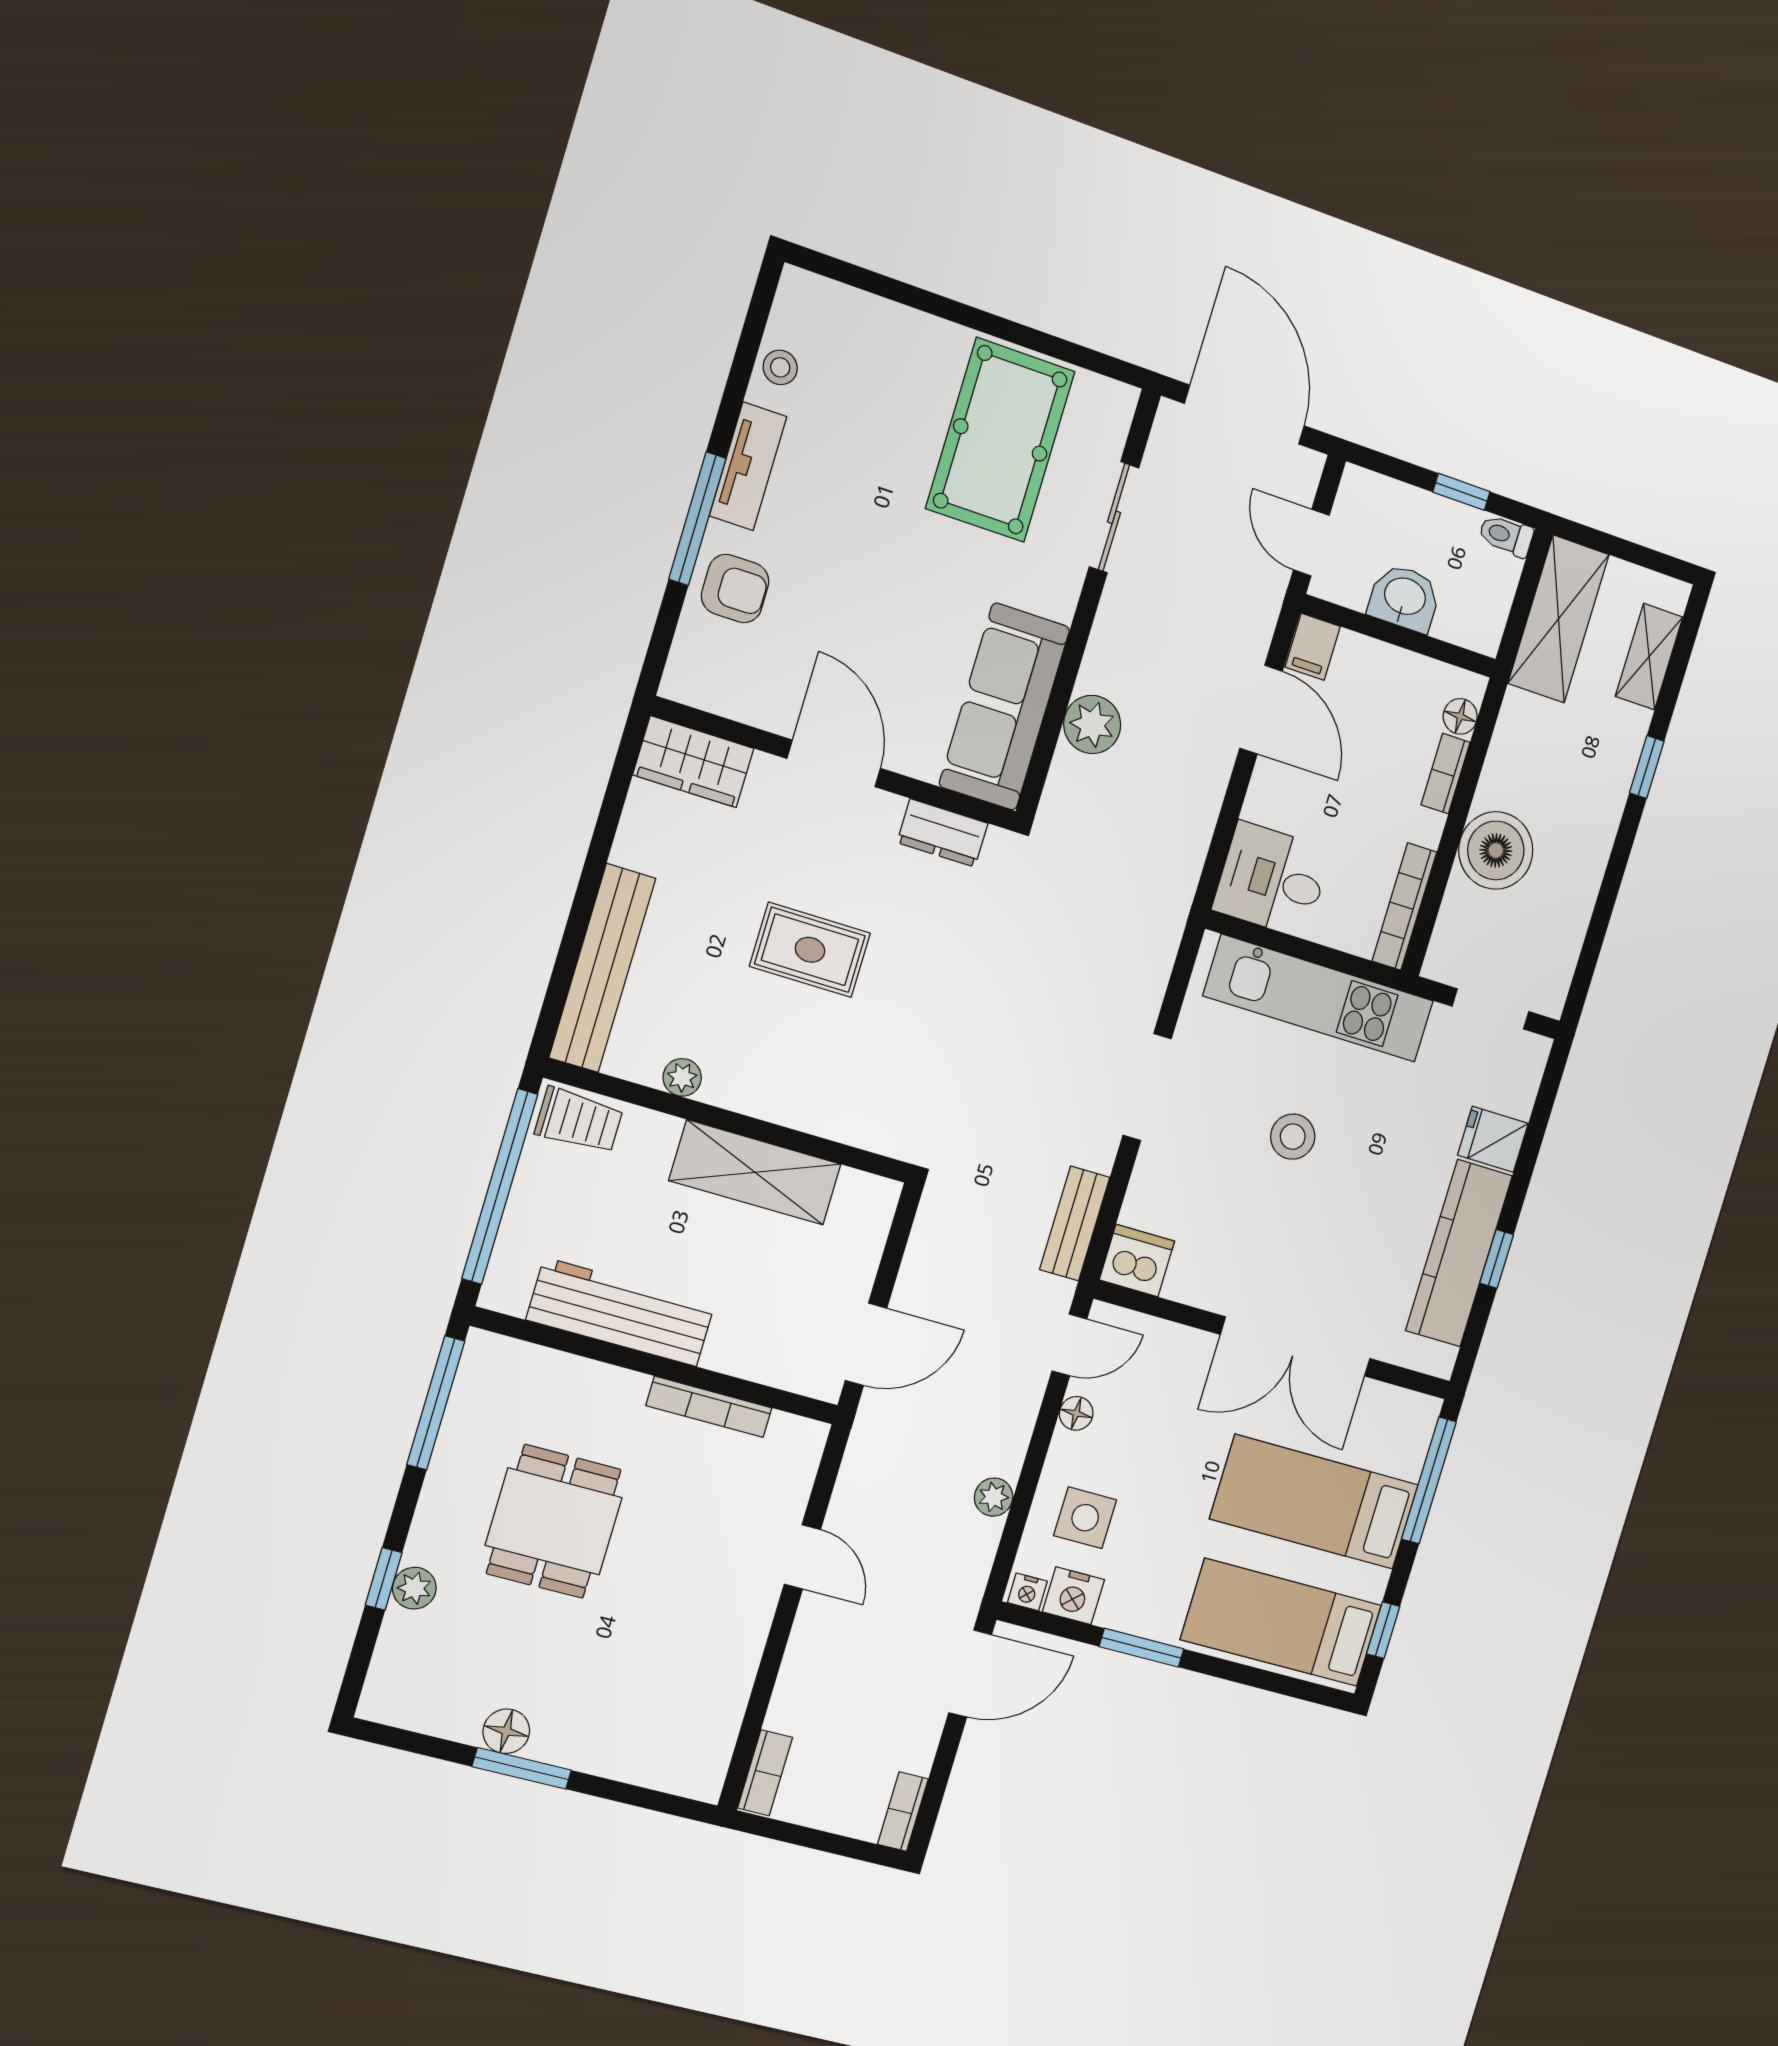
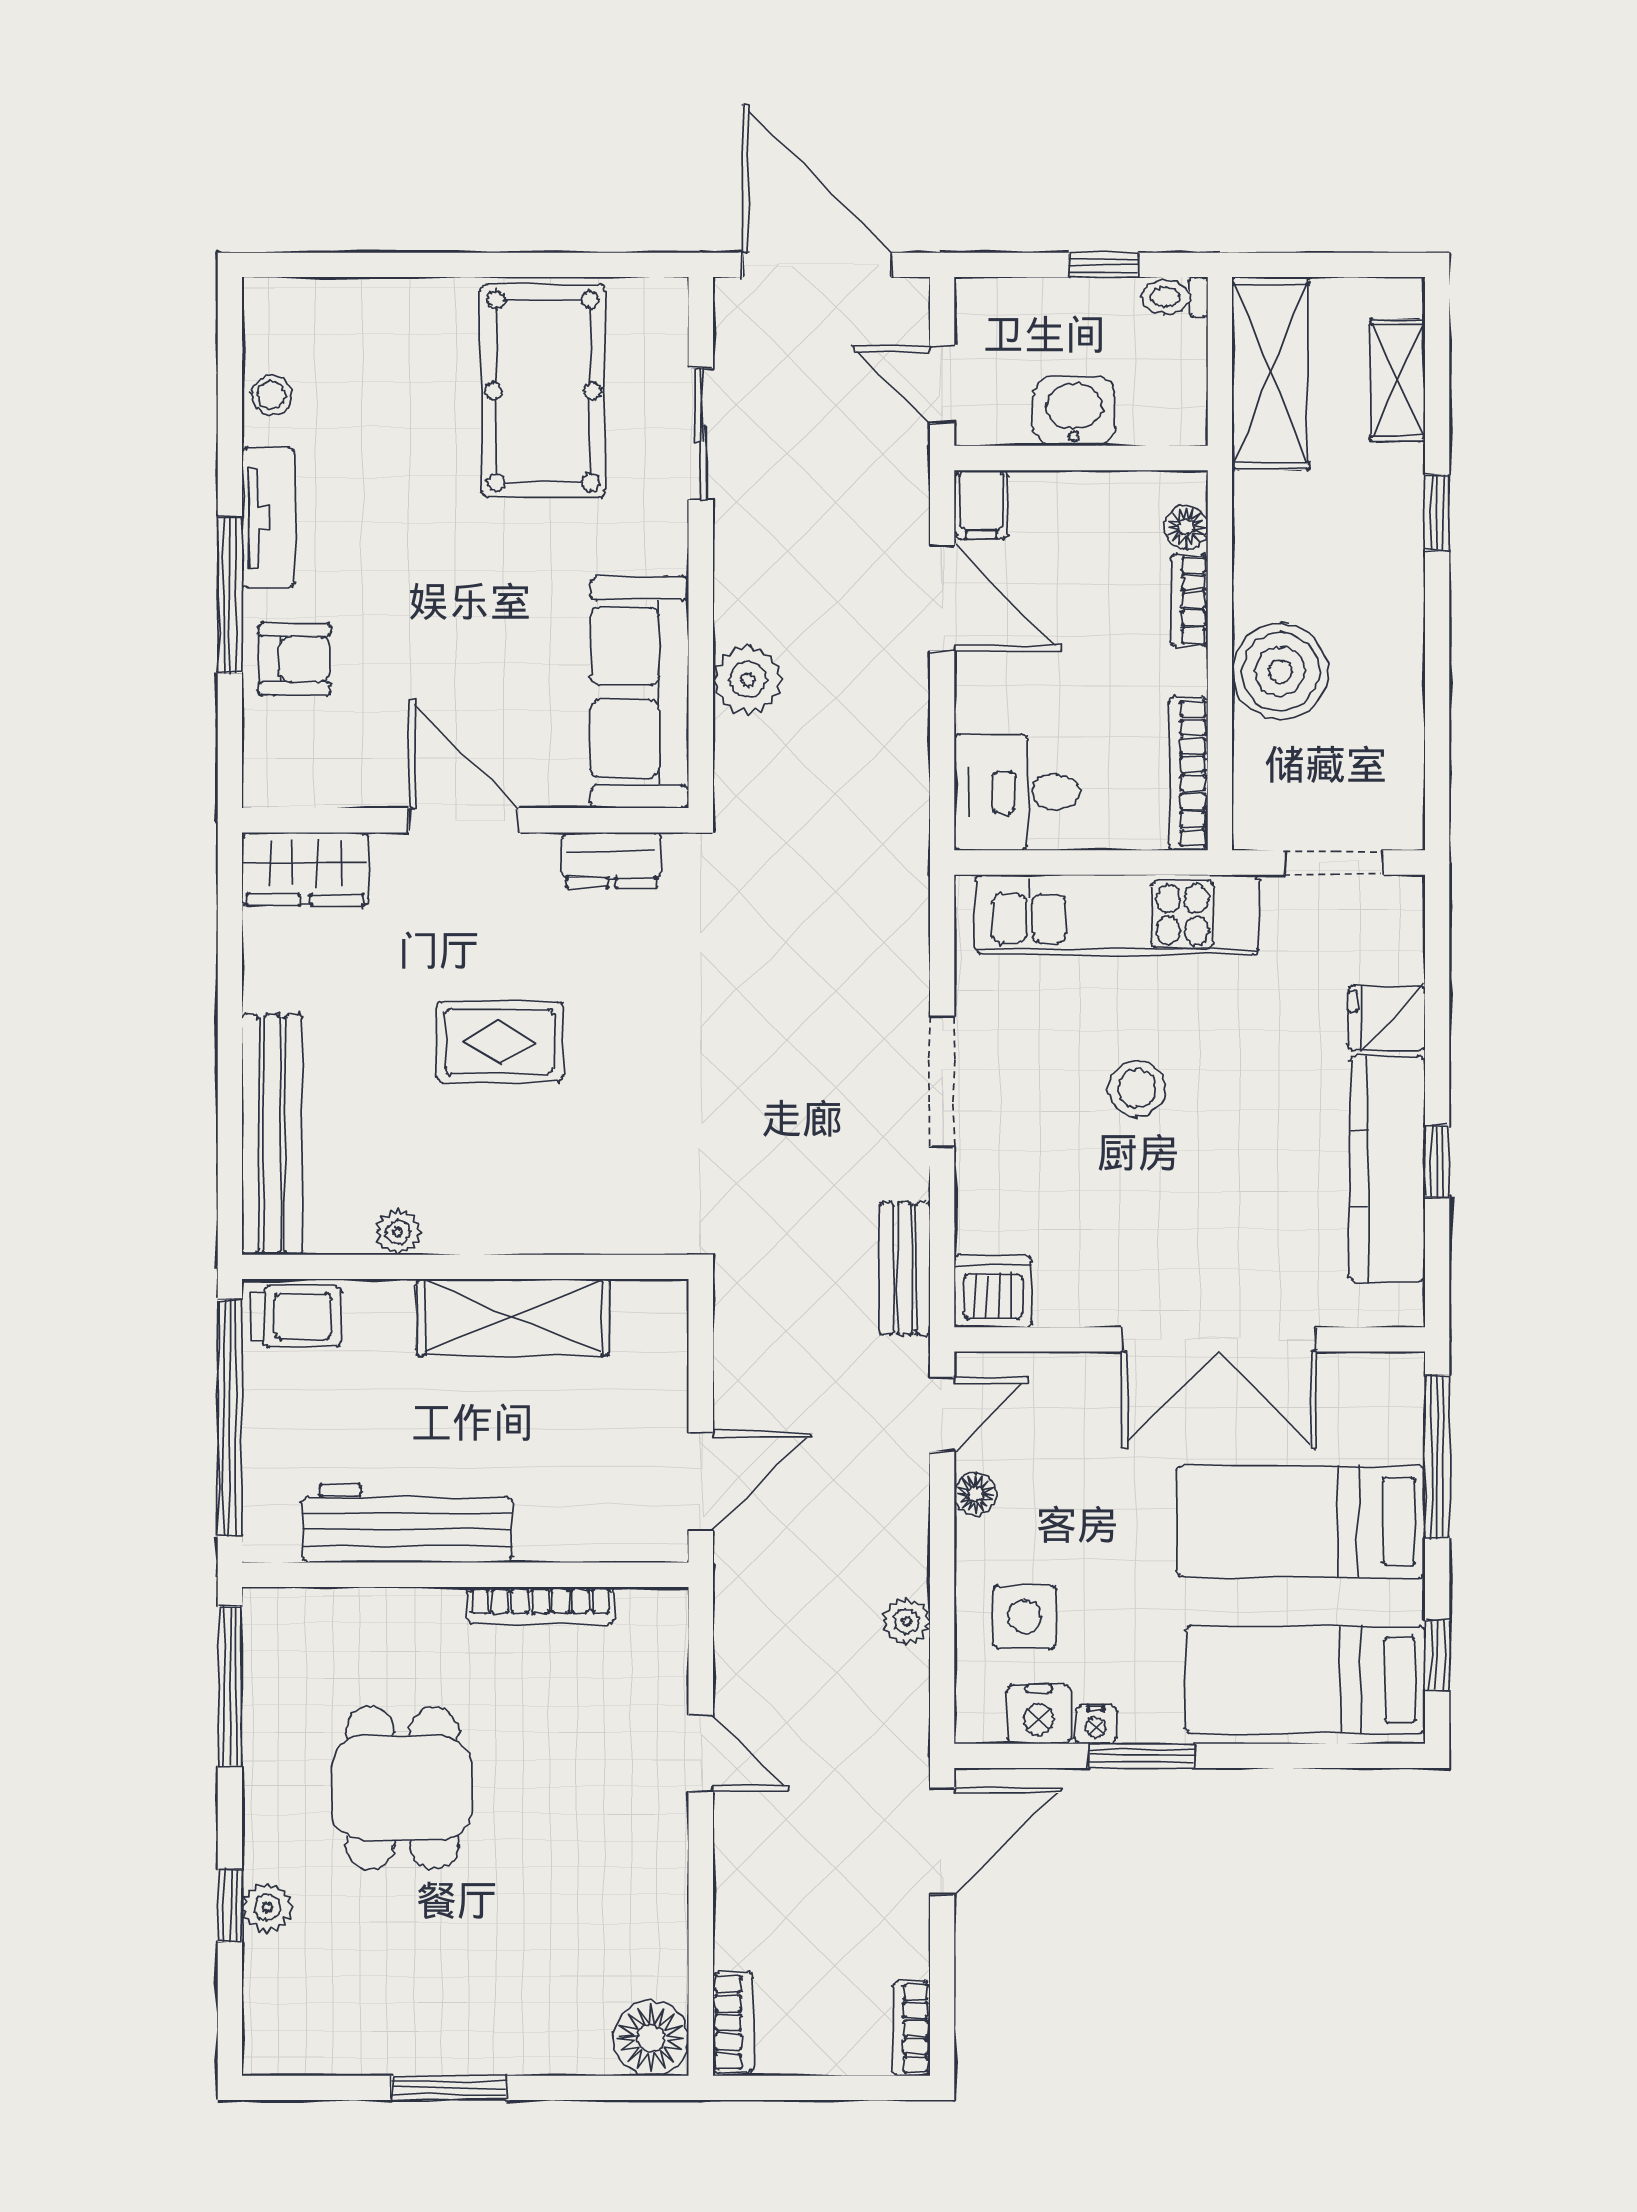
nightstand: (1027, 1592) -> (1096, 1725), moved
floor lamp: (506, 1731) -> (651, 2038), moved, width x1.38, depth x1.38

